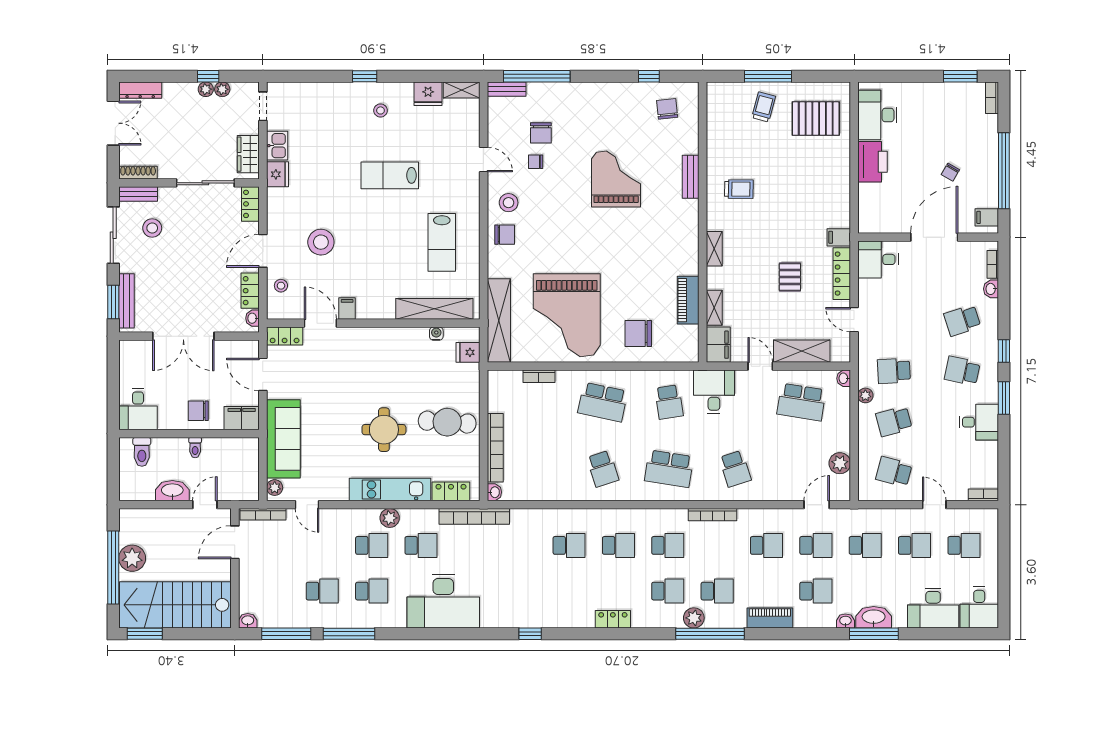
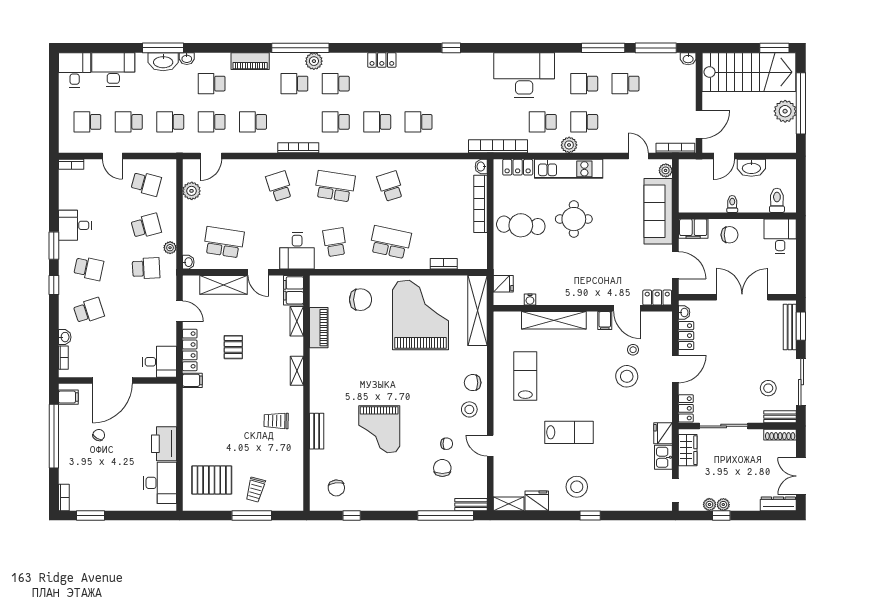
stool: (380, 110) -> (577, 487), width x1.89, depth x1.89
stool: (281, 286) -> (633, 350), moved
shelving: (434, 309) -> (554, 320), moved

